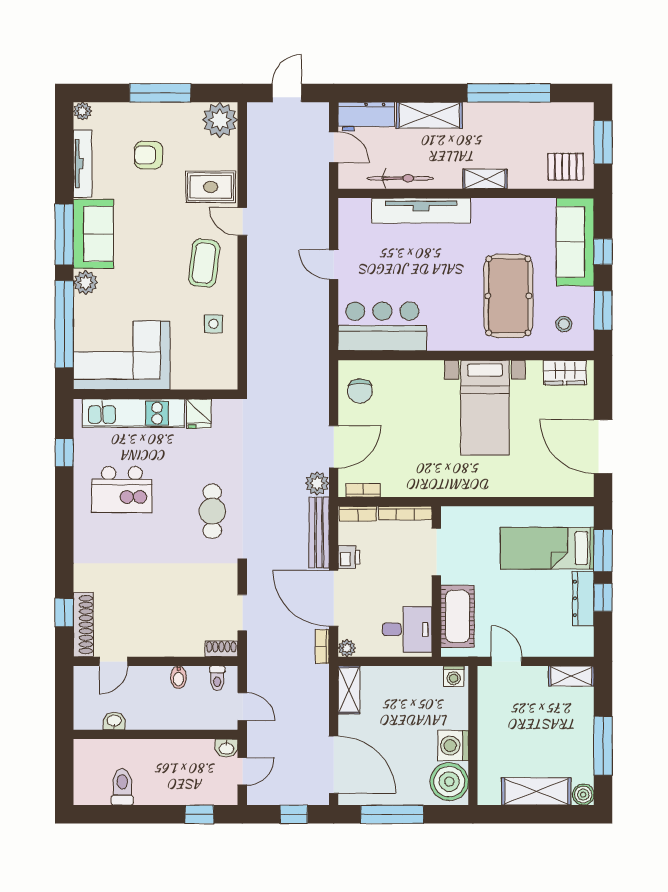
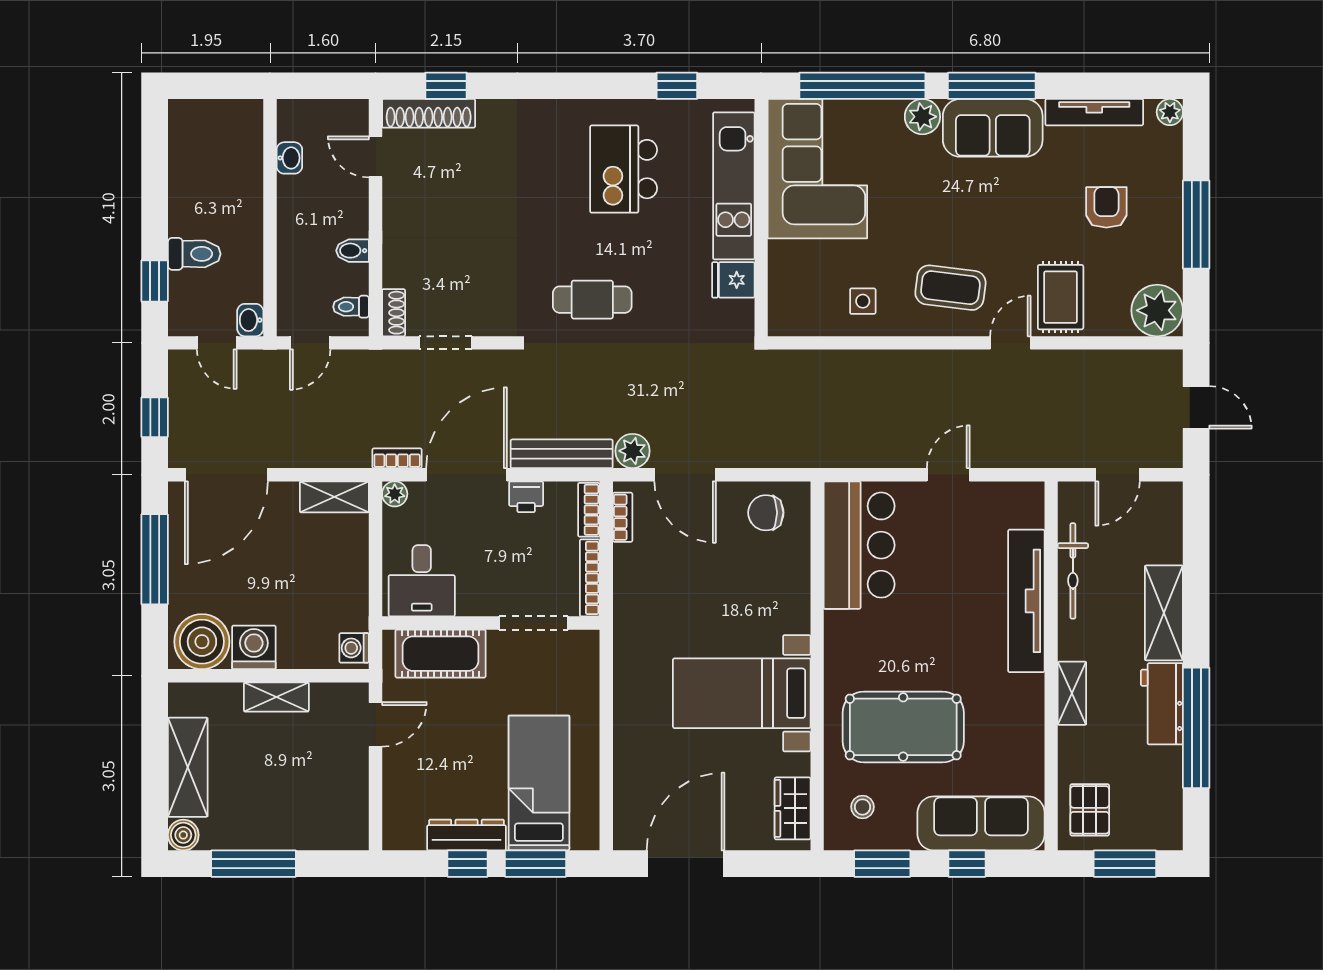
workbench: (366, 117) -> (1162, 704), moved
shelving: (571, 676) -> (276, 697), moved, turned 90
toilet: (122, 787) -> (194, 254), moved

